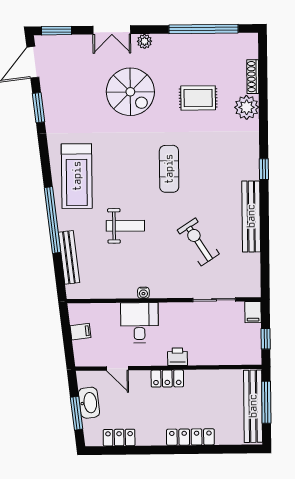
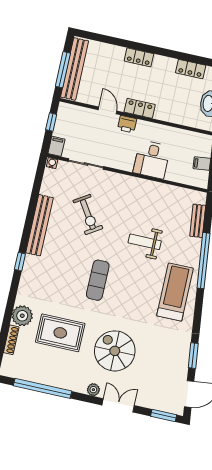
rug: (198, 98) -> (60, 333), width x1.36, depth x1.43
bench: (69, 257) -> (198, 221), width x0.73
water cooler: (143, 293) -> (52, 163), moved
door: (117, 368) -> (107, 110), moved
locker: (190, 437) -> (139, 57), width x0.66

